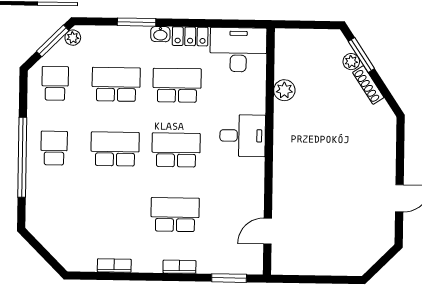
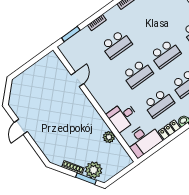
plant: (351, 62) -> (94, 170), width x1.88, depth x1.88
desk: (243, 136) -> (122, 116), moved
door: (268, 231) -> (77, 79), moved

